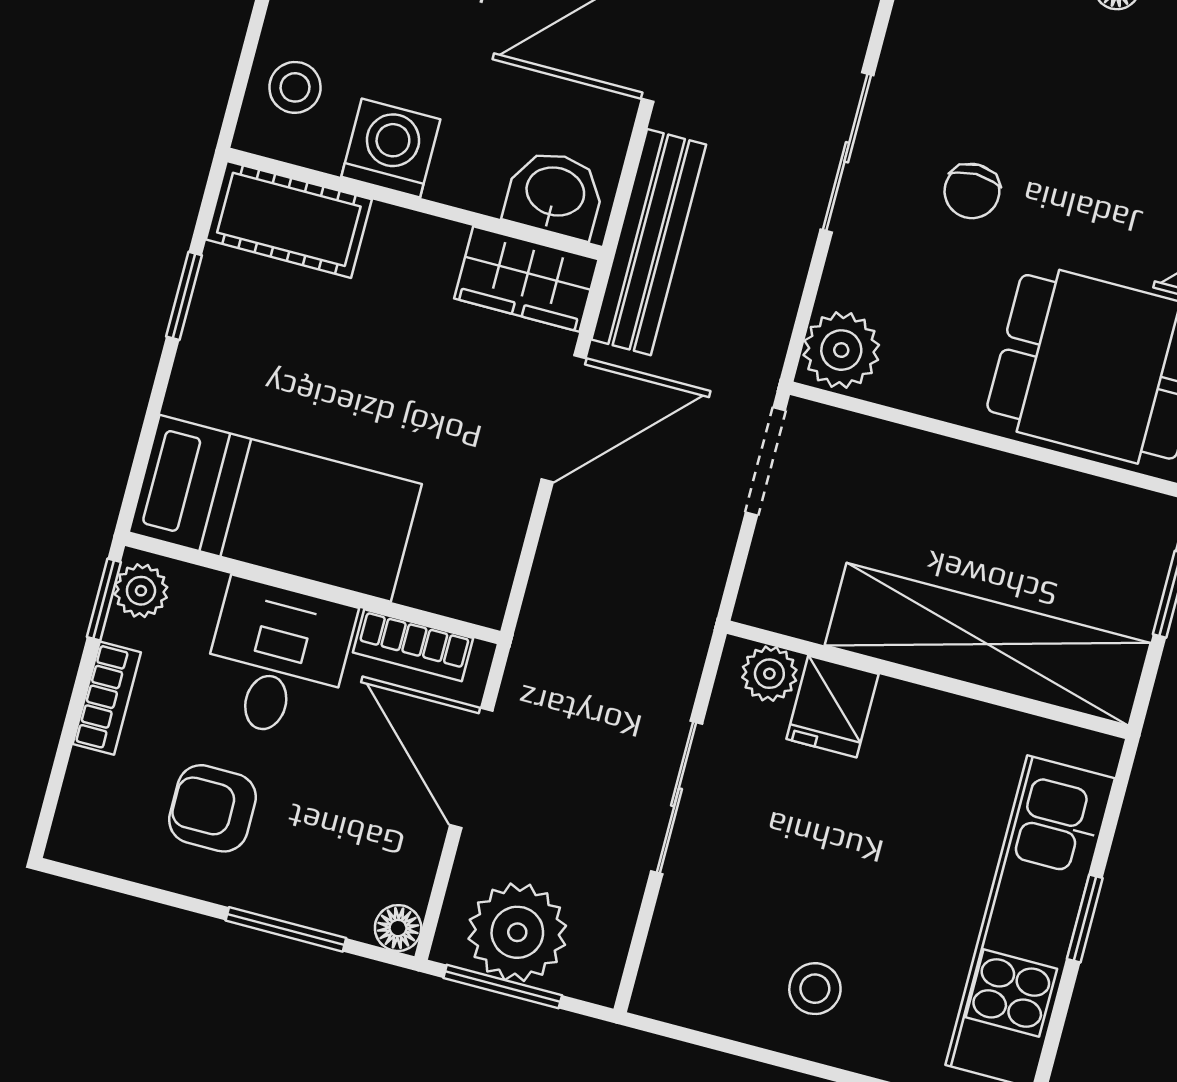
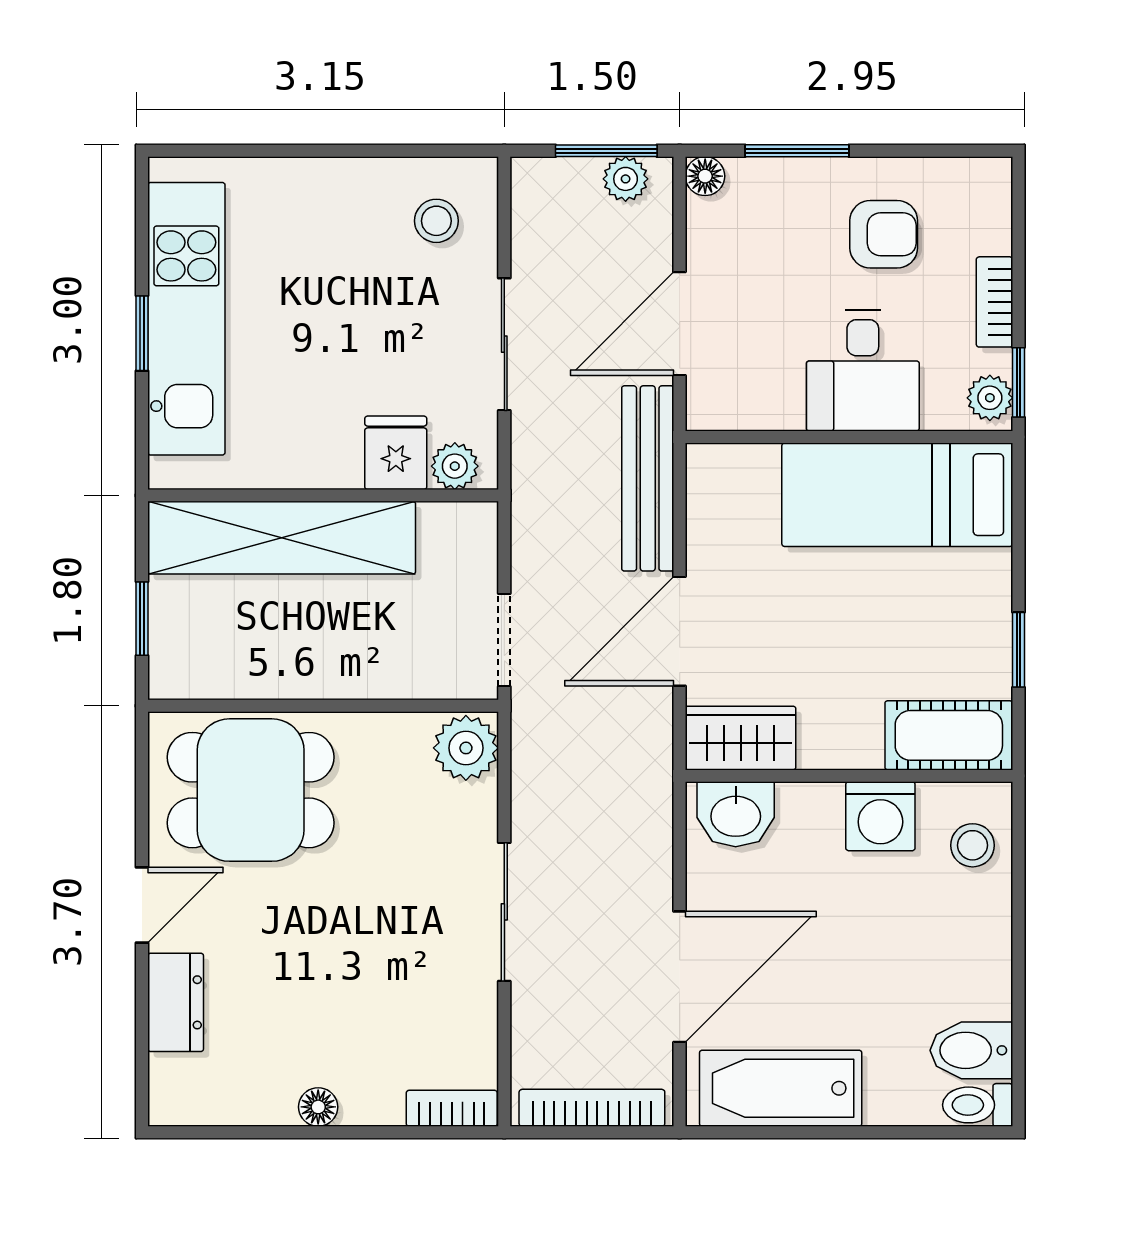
chair: (972, 191) -> (393, 907), removed
bench: (649, 242) -> (648, 478), moved
bookcase: (413, 645) -> (754, 412), removed
door: (471, 768) -> (680, 324), swing flipped
plant: (517, 932) -> (626, 179), width x0.53, depth x0.53
stool: (815, 989) -> (436, 221), moved

